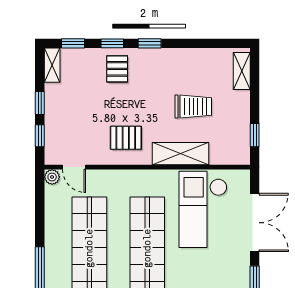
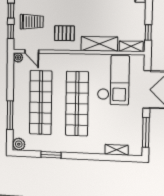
trolley: (193, 106) -> (32, 22), moved
shelving: (229, 157) -> (131, 46), added
checkout: (203, 209) -> (113, 80), turned 180

